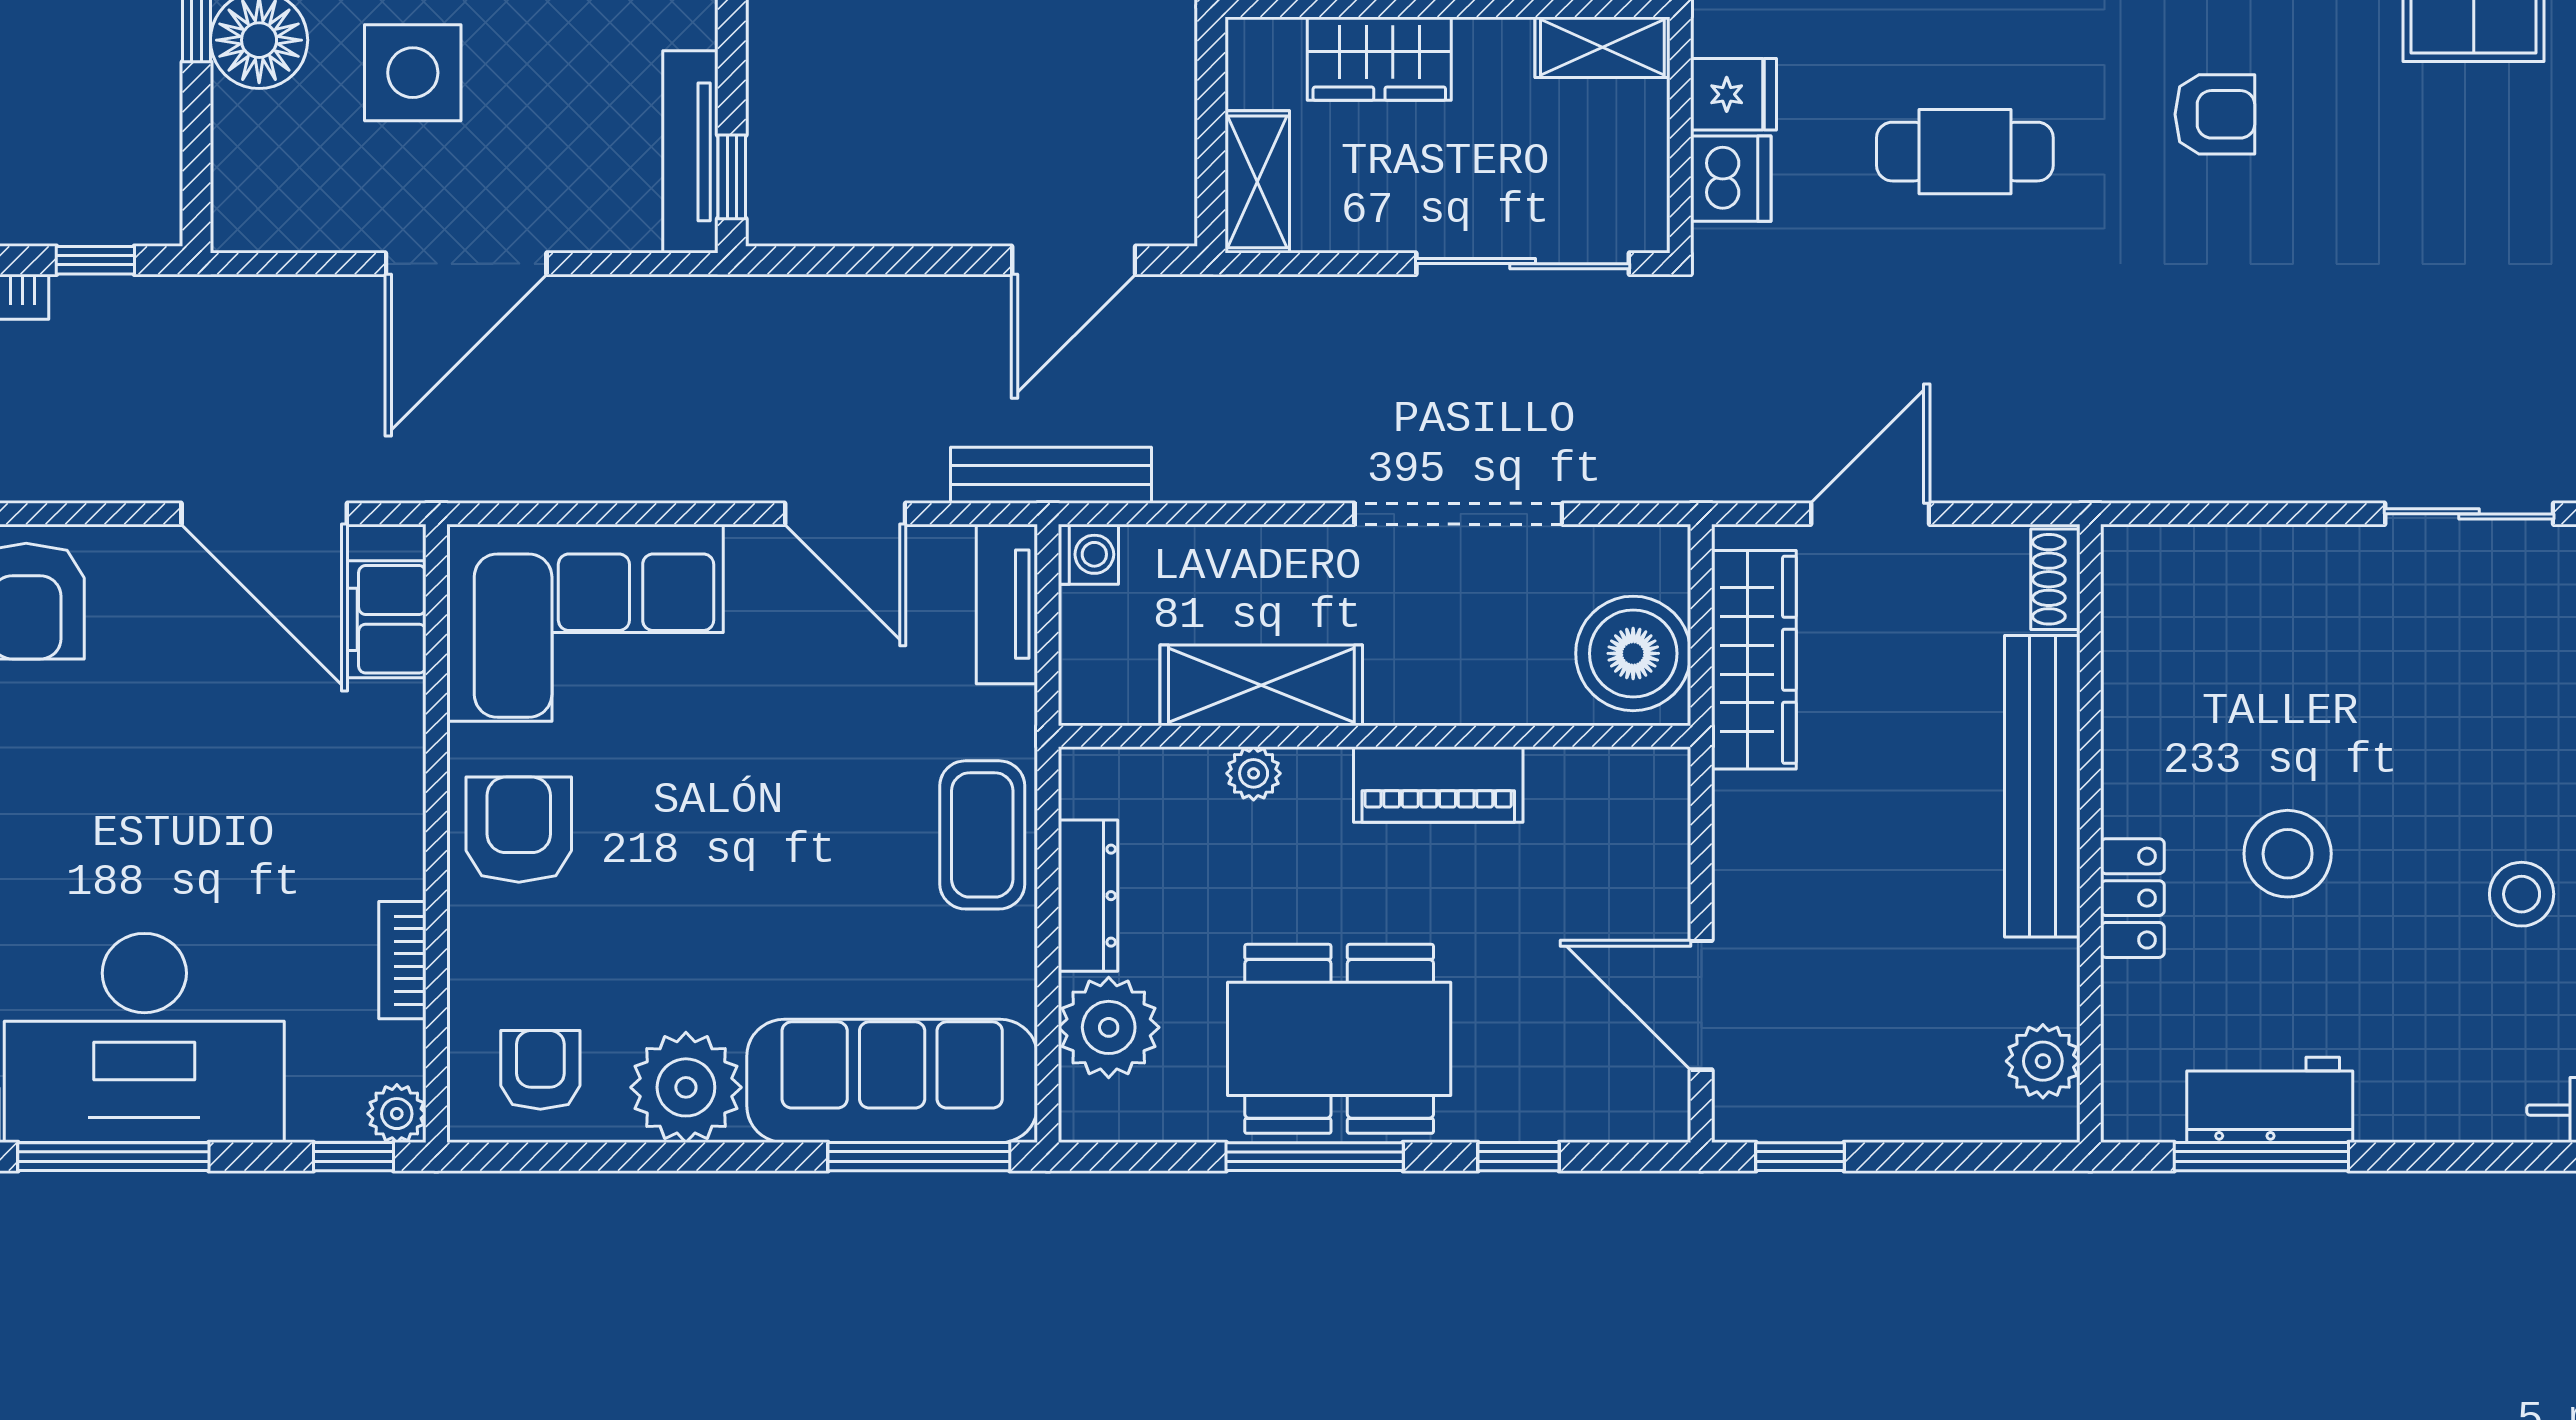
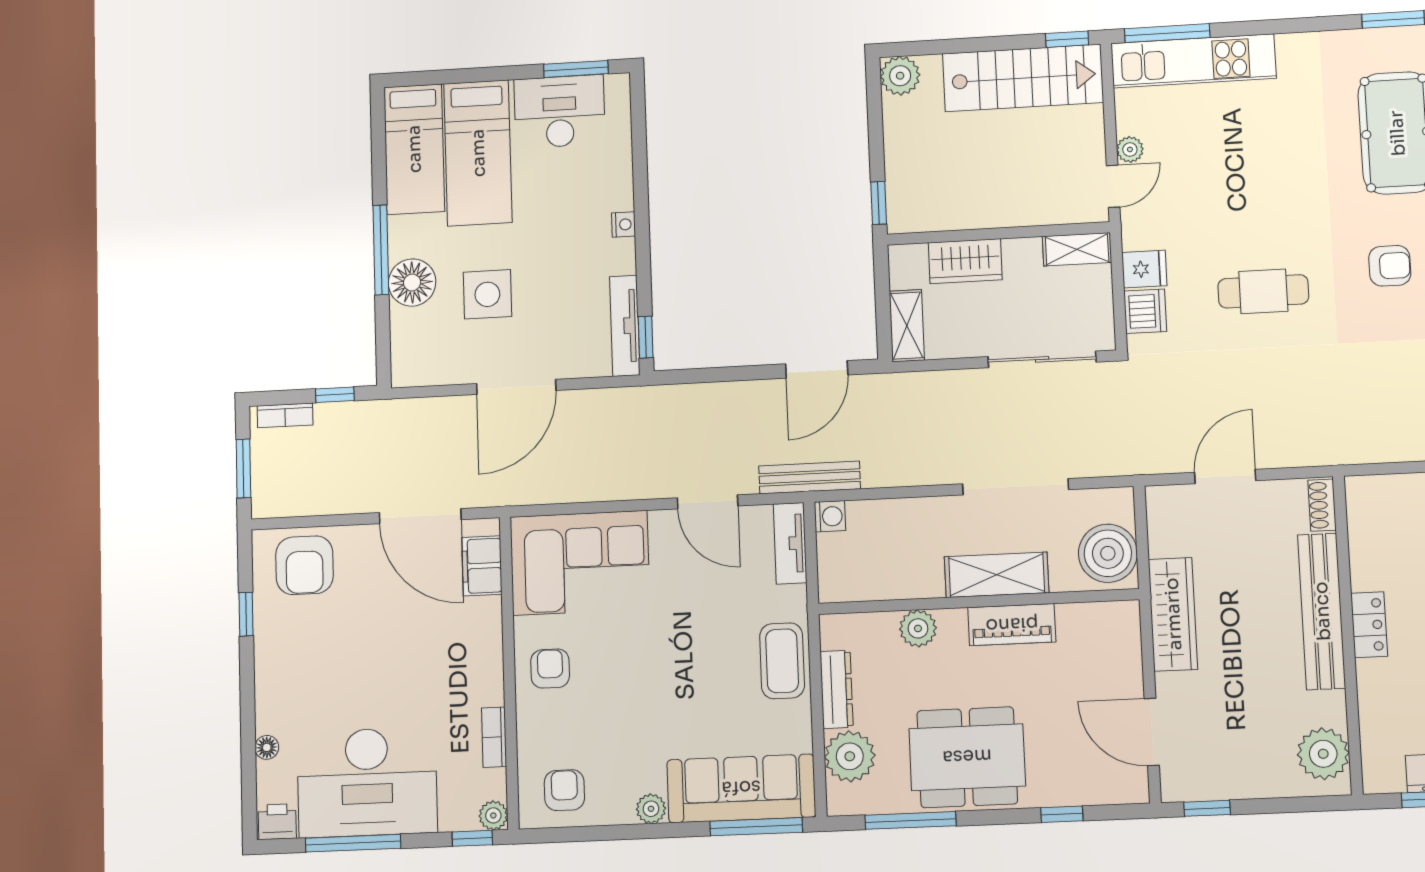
wardrobe: (1754, 660) -> (1173, 614), moved
shelving: (1261, 685) -> (997, 575), moved
plant: (1254, 773) -> (918, 628), width x1.38, depth x1.38
armchair: (519, 830) -> (550, 669), width x0.72, depth x0.72
locker: (2132, 898) -> (1369, 625), moved
plant: (2043, 1061) -> (1323, 754), width x1.36, depth x1.36
plant: (686, 1087) -> (651, 809), width x0.53, depth x0.53
window: (1315, 1157) -> (911, 820), moved

